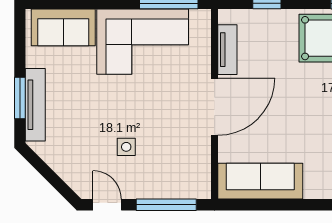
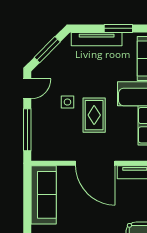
window: (20, 98) -> (118, 28), moved
rug: (145, 108) -> (94, 115), added
window: (50, 176) -> (47, 50), added

